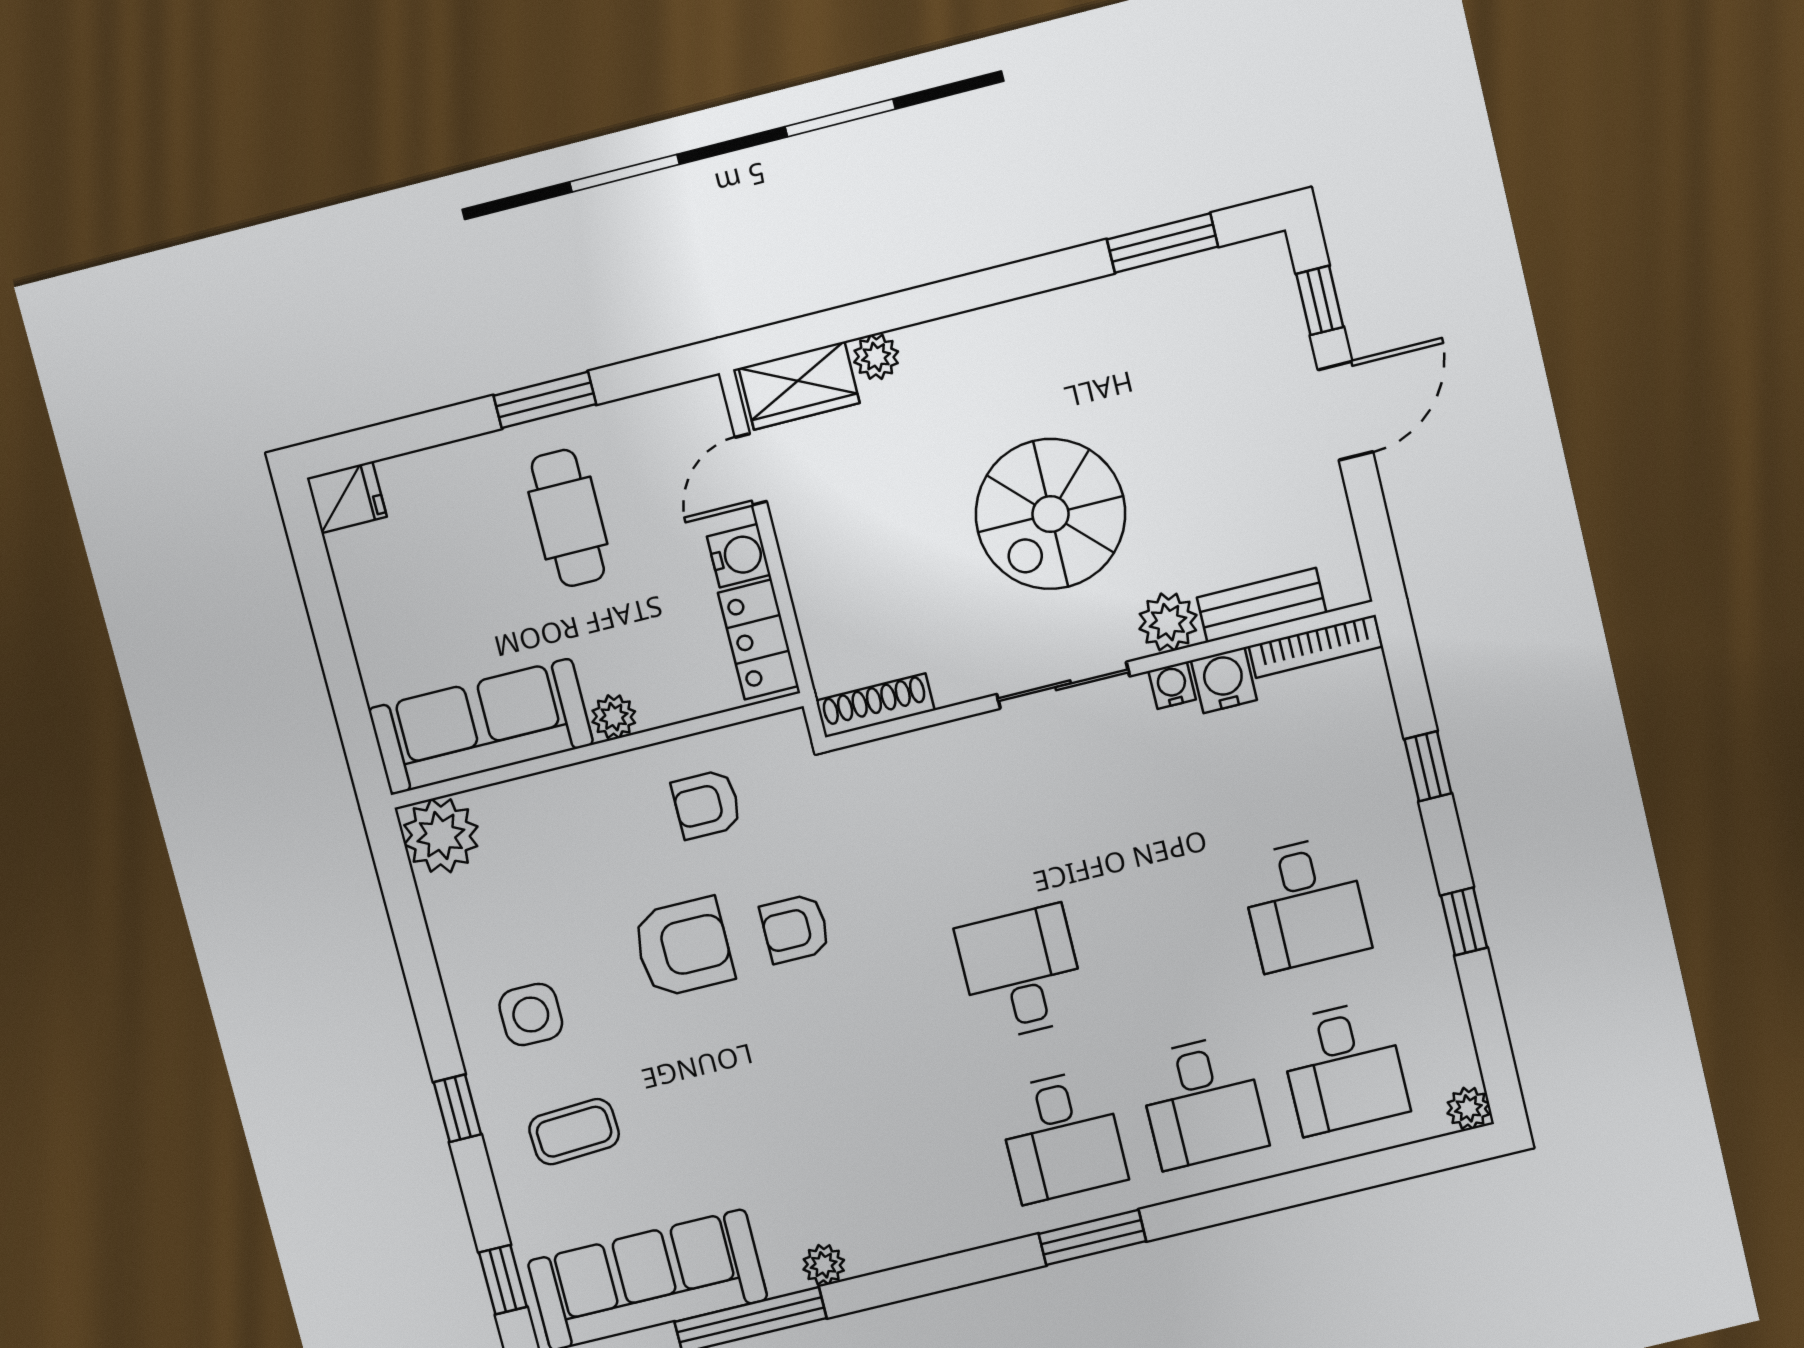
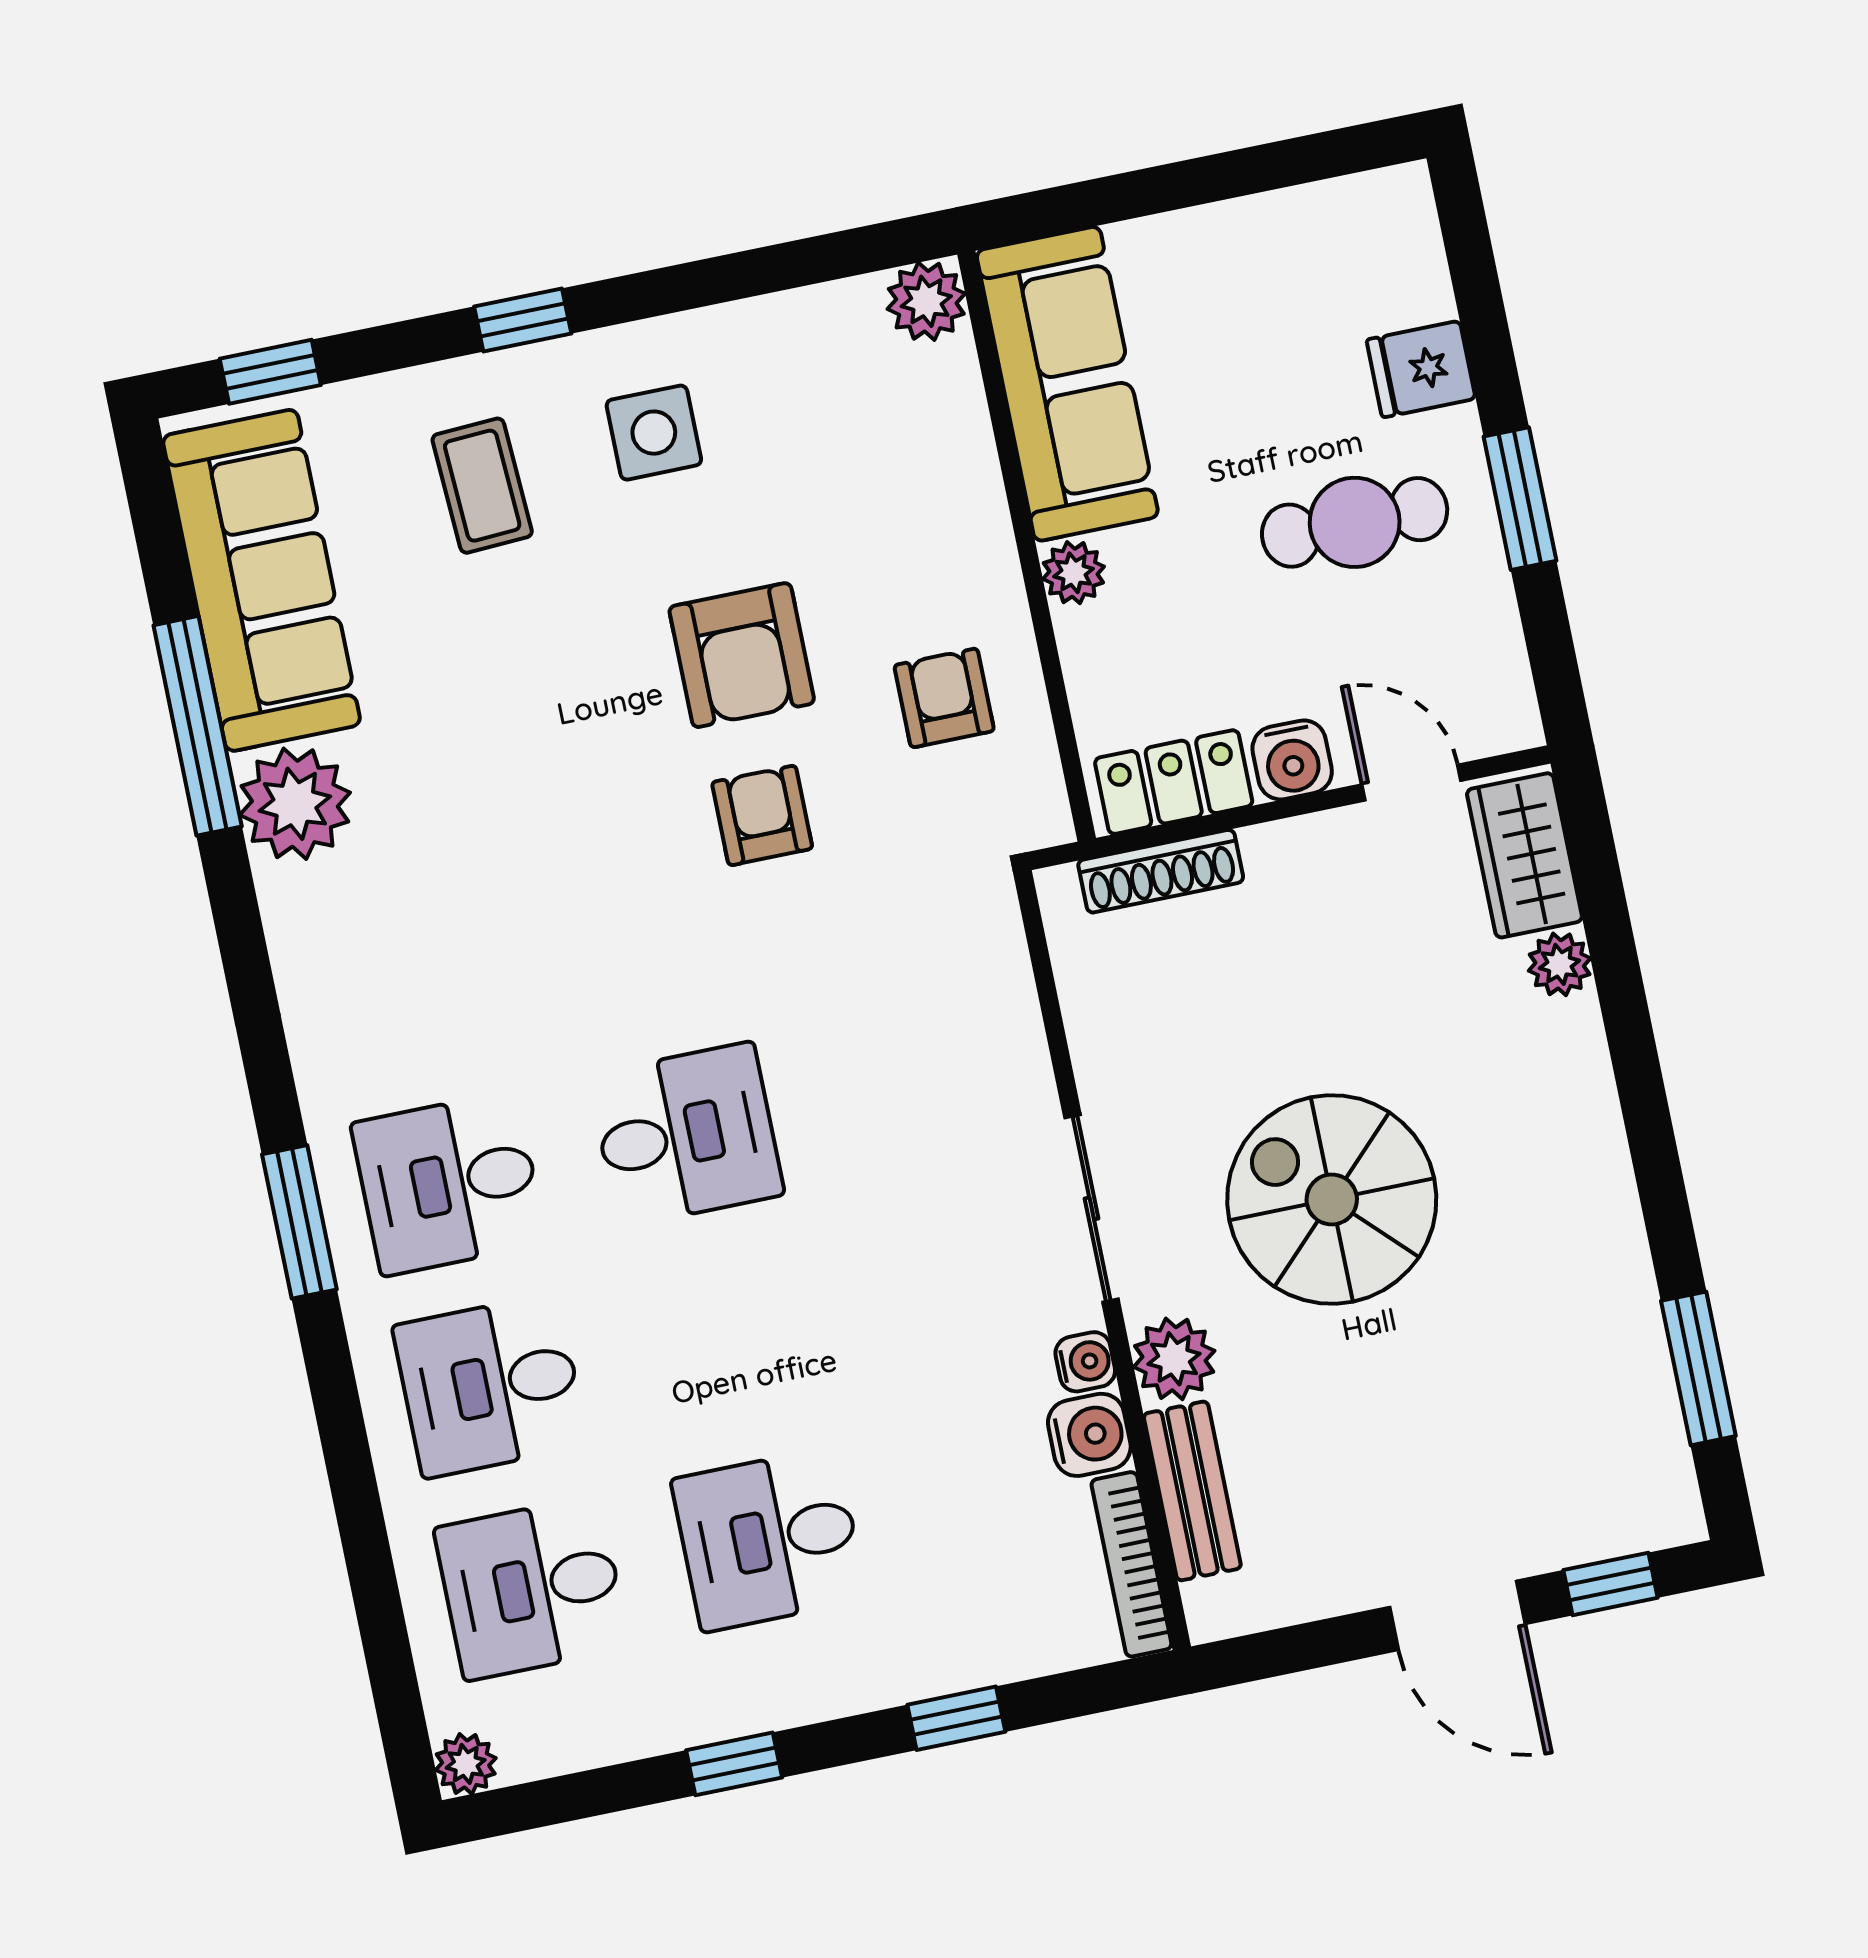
fridge: (347, 497) -> (1421, 369), moved, turned 90
shoe rack: (875, 705) -> (1161, 871), moved, turned 90
plant: (441, 836) -> (926, 301), width x0.73, depth x0.73
plant: (824, 1265) -> (295, 804), width x1.87, depth x1.87

